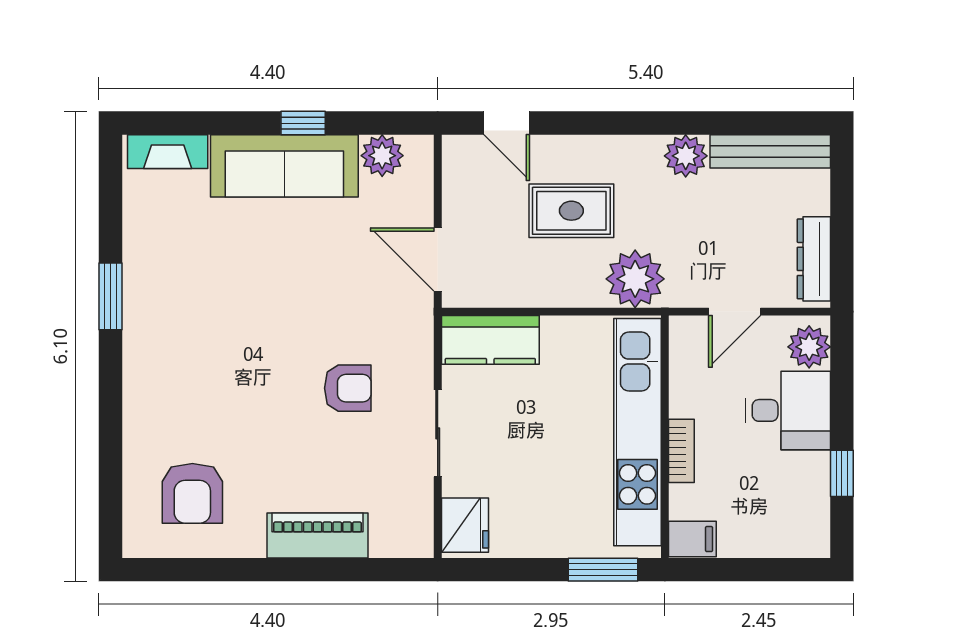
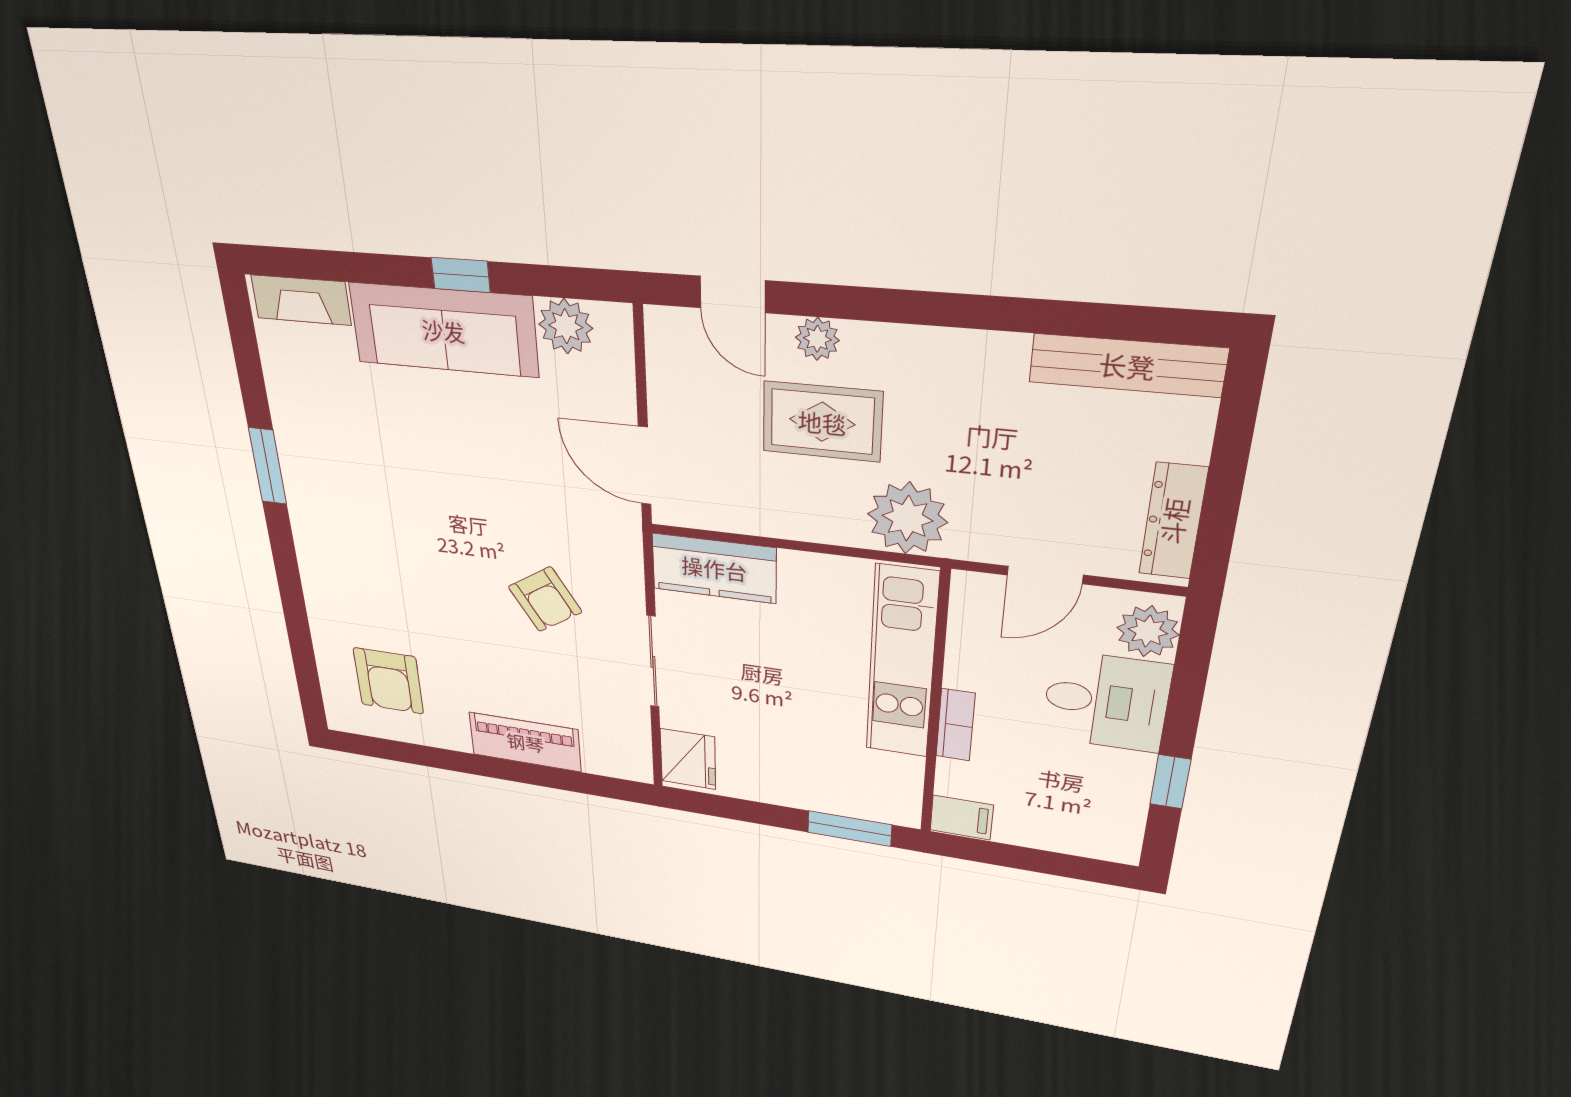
plant: (686, 156) -> (817, 339), moved, width x0.73, depth x0.73
armchair: (348, 388) -> (545, 599), turned 58
kitchen unit: (637, 432) -> (902, 663), width x0.73

